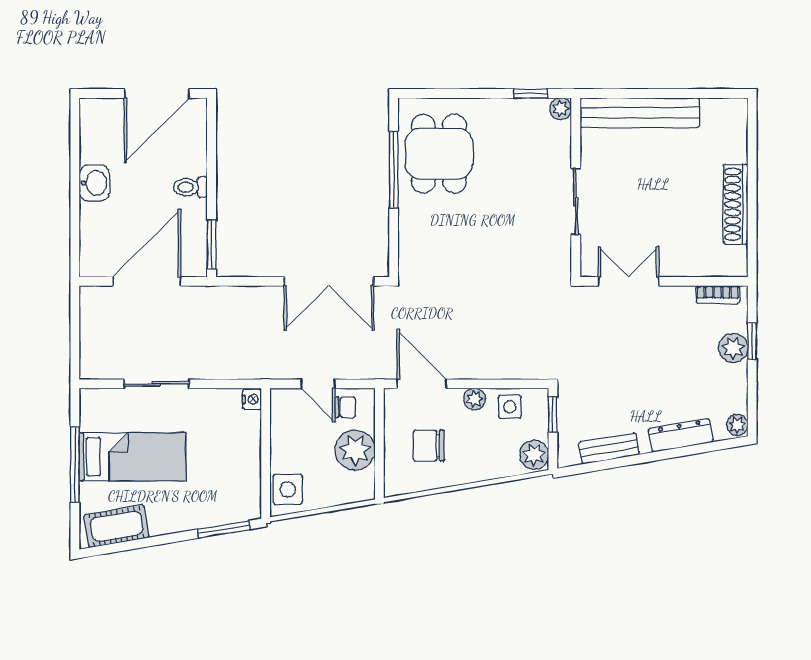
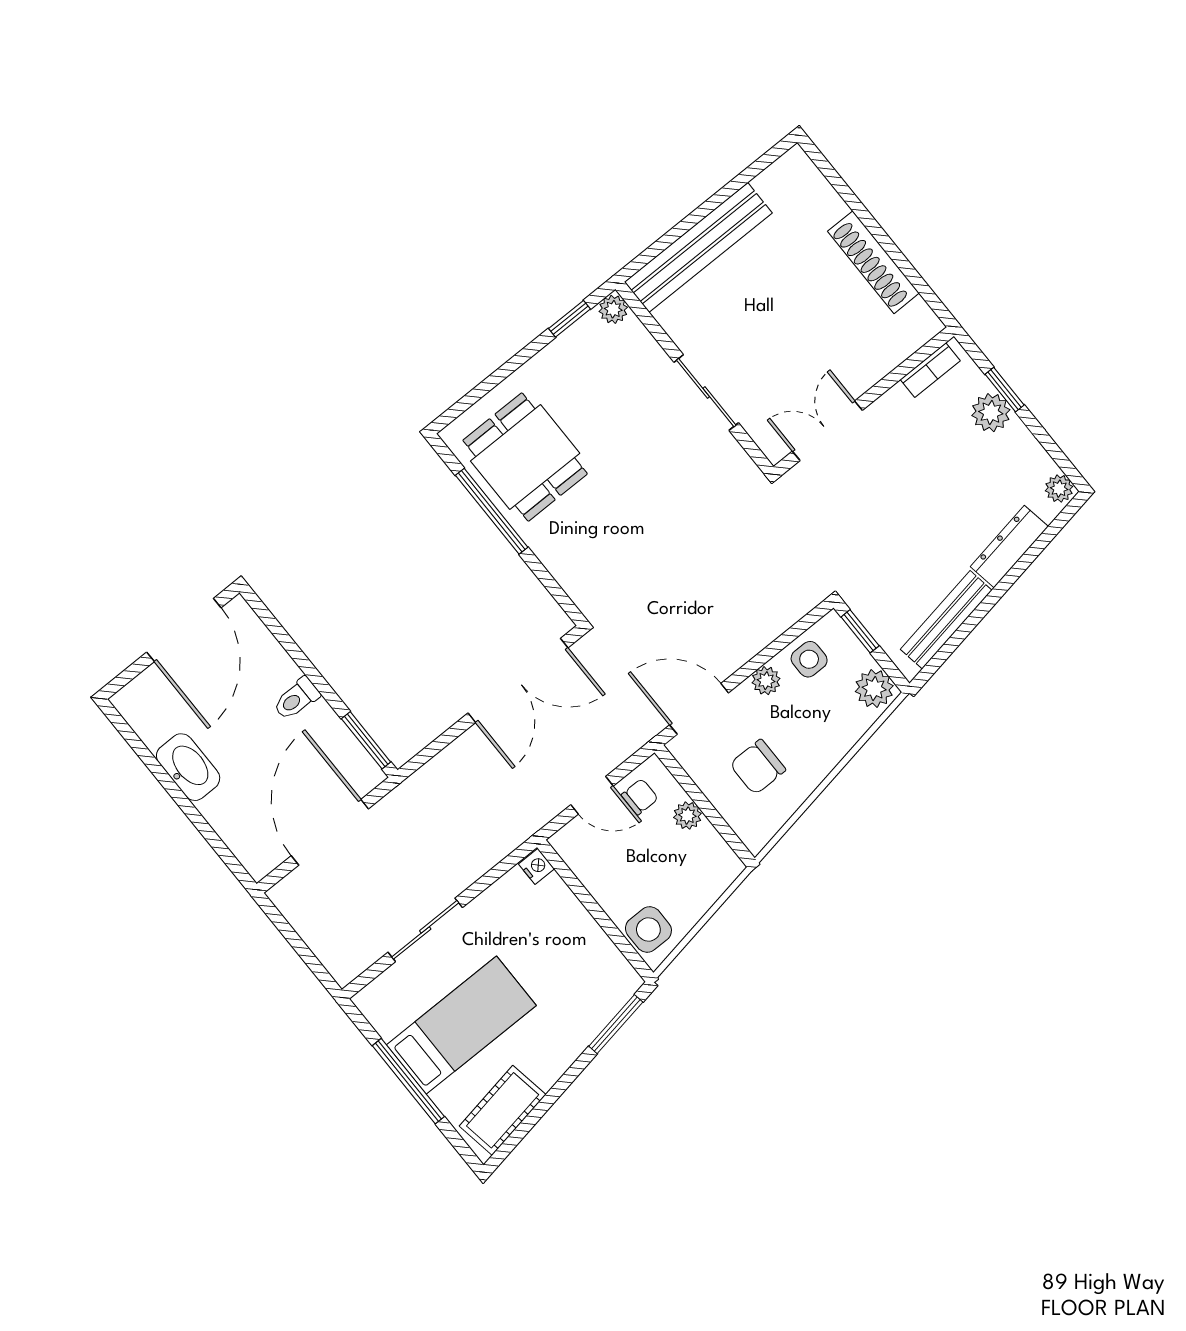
washbasin: (94, 183) -> (188, 767), width x1.38
bench: (609, 448) -> (946, 620), width x1.36
plant: (355, 450) -> (687, 816), width x0.53, depth x0.53

